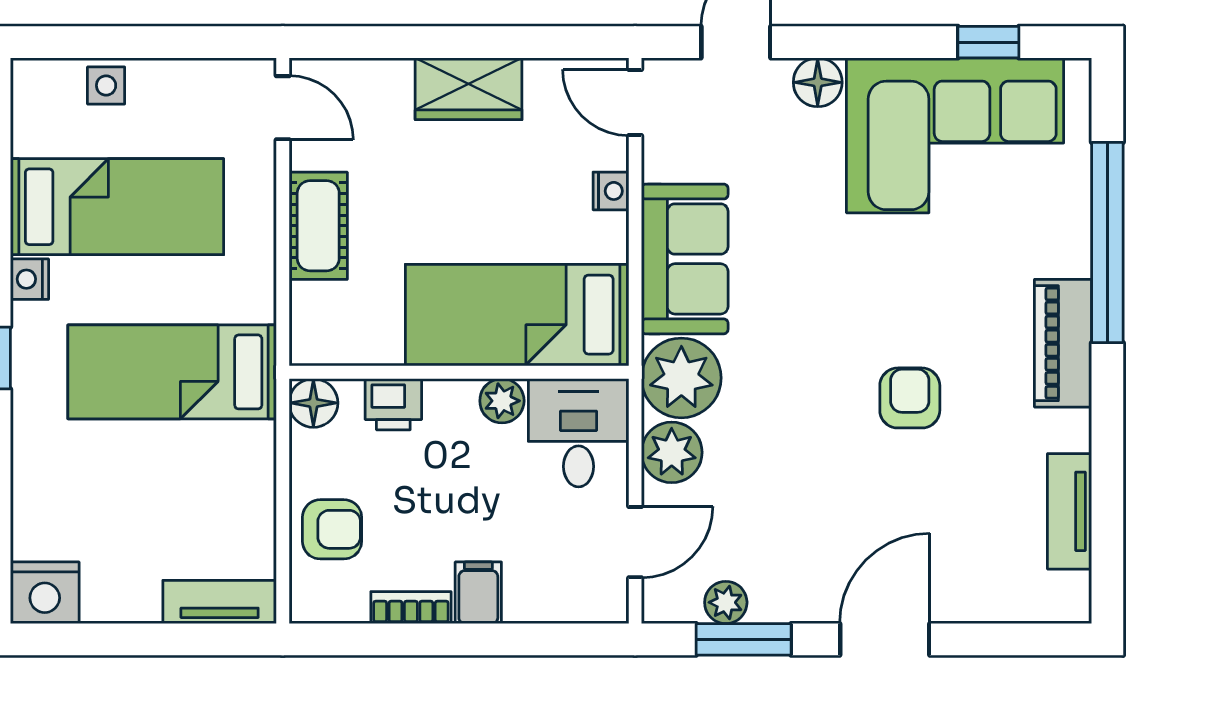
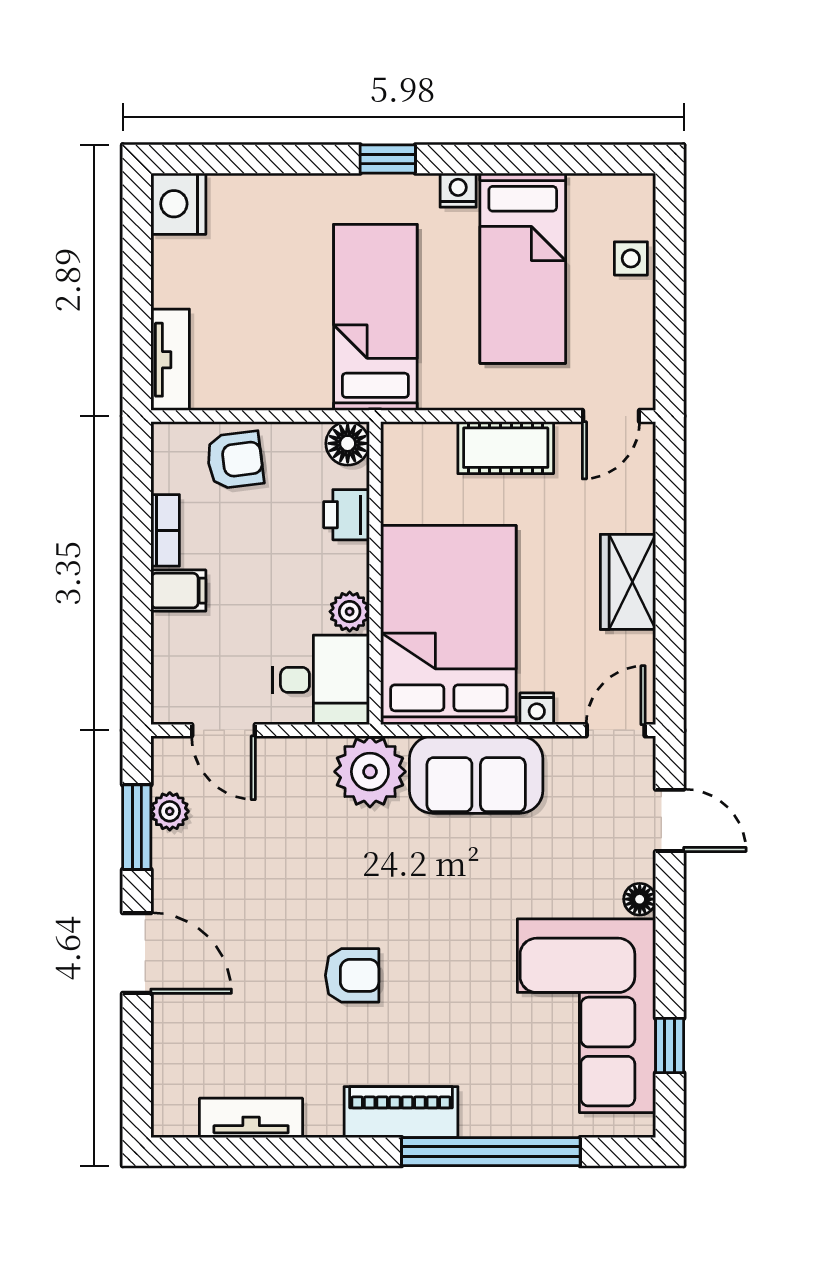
floor lamp: (818, 82) -> (640, 899), width x0.73, depth x0.73
bed: (517, 315) -> (449, 625), width x1.50
plant: (672, 452) -> (304, 763), removed
armchair: (332, 529) -> (235, 460), turned -97

